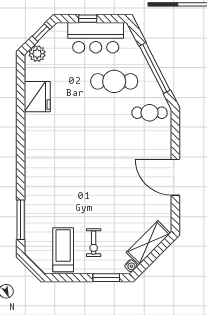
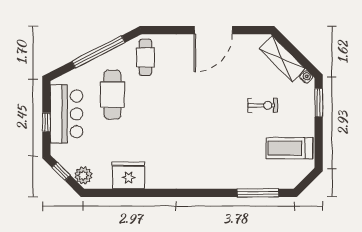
exercise bike: (94, 243) -> (263, 105), moved

